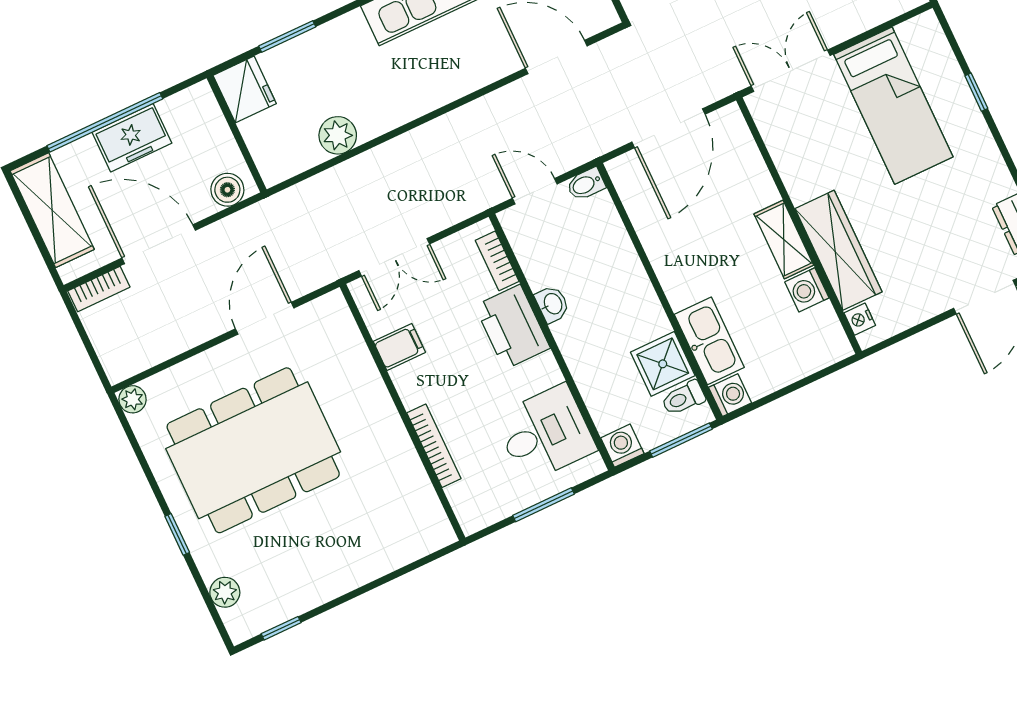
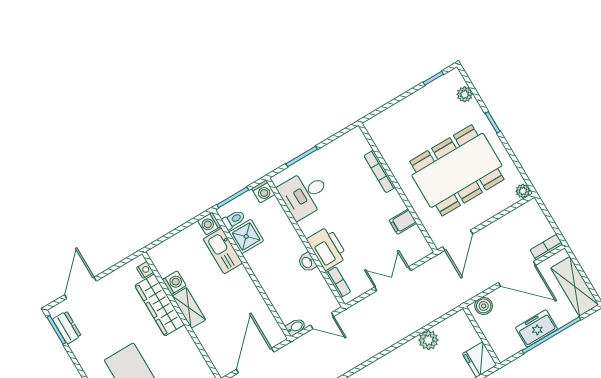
filing cabinet: (399, 347) -> (403, 222), moved
wall: (403, 412) -> (398, 188), moved
bookcase: (434, 446) -> (380, 171), moved

